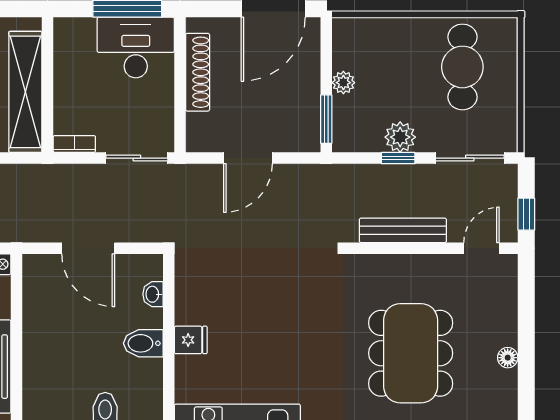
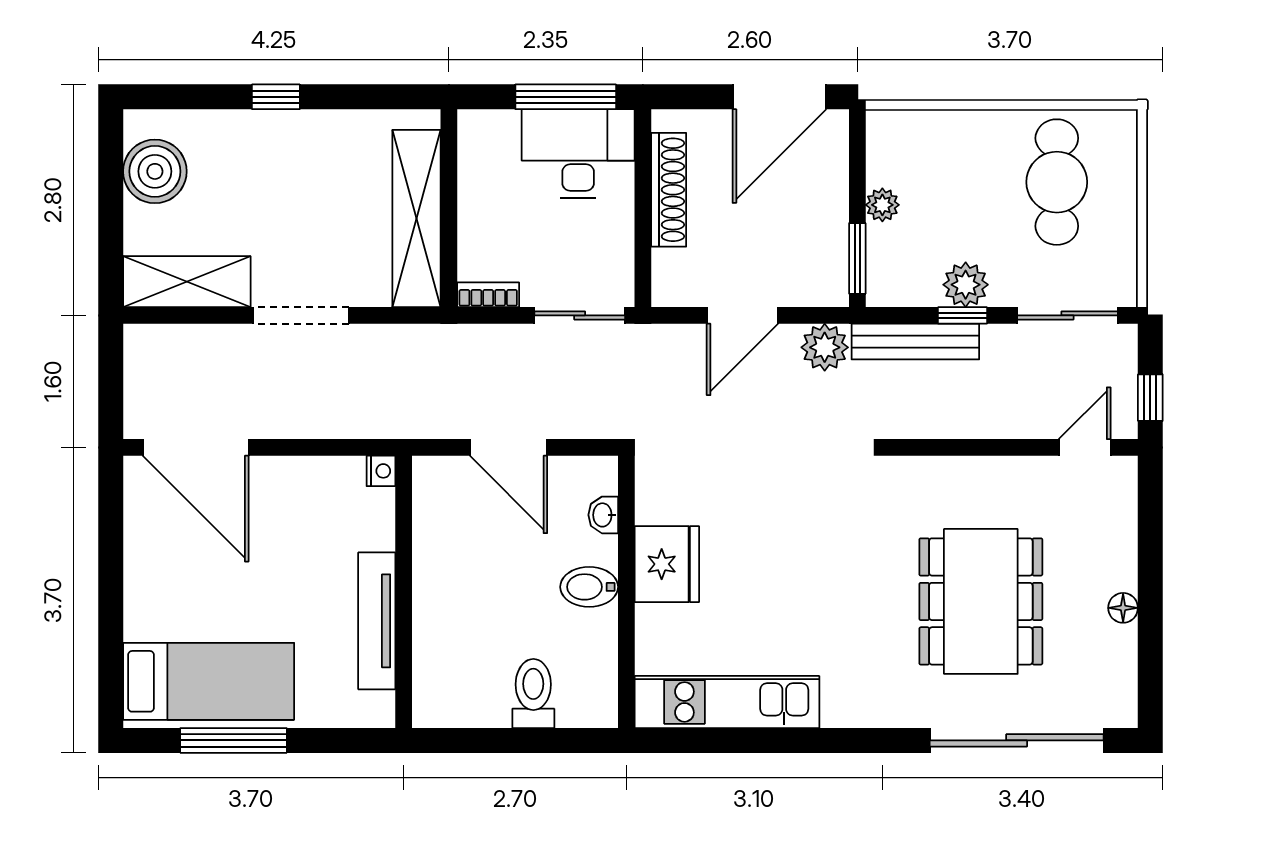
plant: (304, 180) -> (825, 347), added
bench: (403, 230) -> (915, 342), moved
fridge: (191, 340) -> (667, 564), width x1.88, depth x1.34

